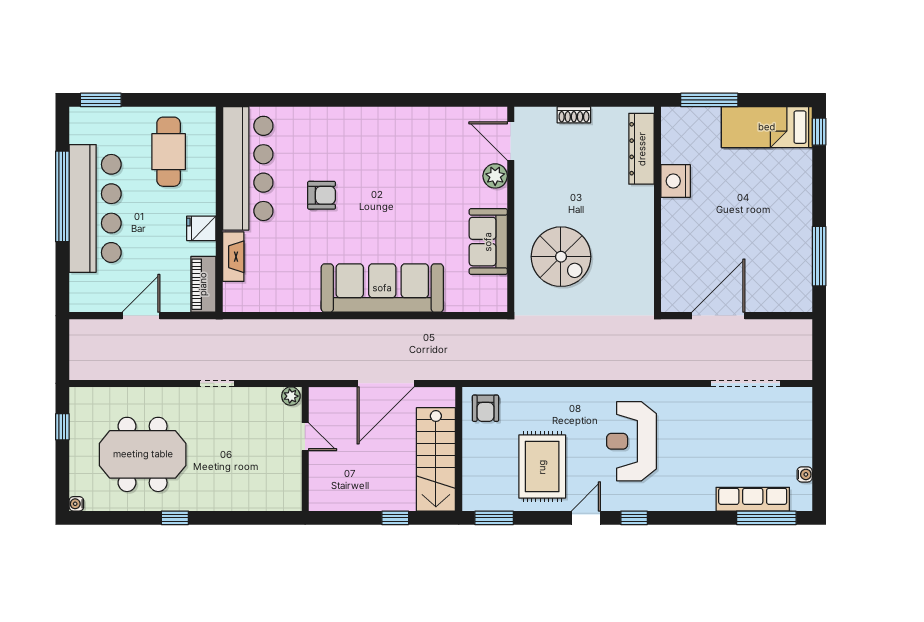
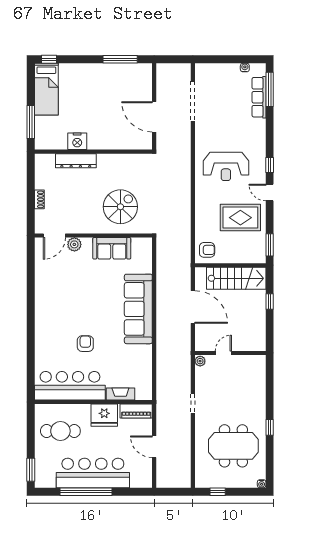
dresser: (642, 149) -> (76, 161), moved
fridge: (201, 228) -> (104, 415), width x1.88, depth x1.34
meeting table: (143, 454) -> (233, 446), turned 90

